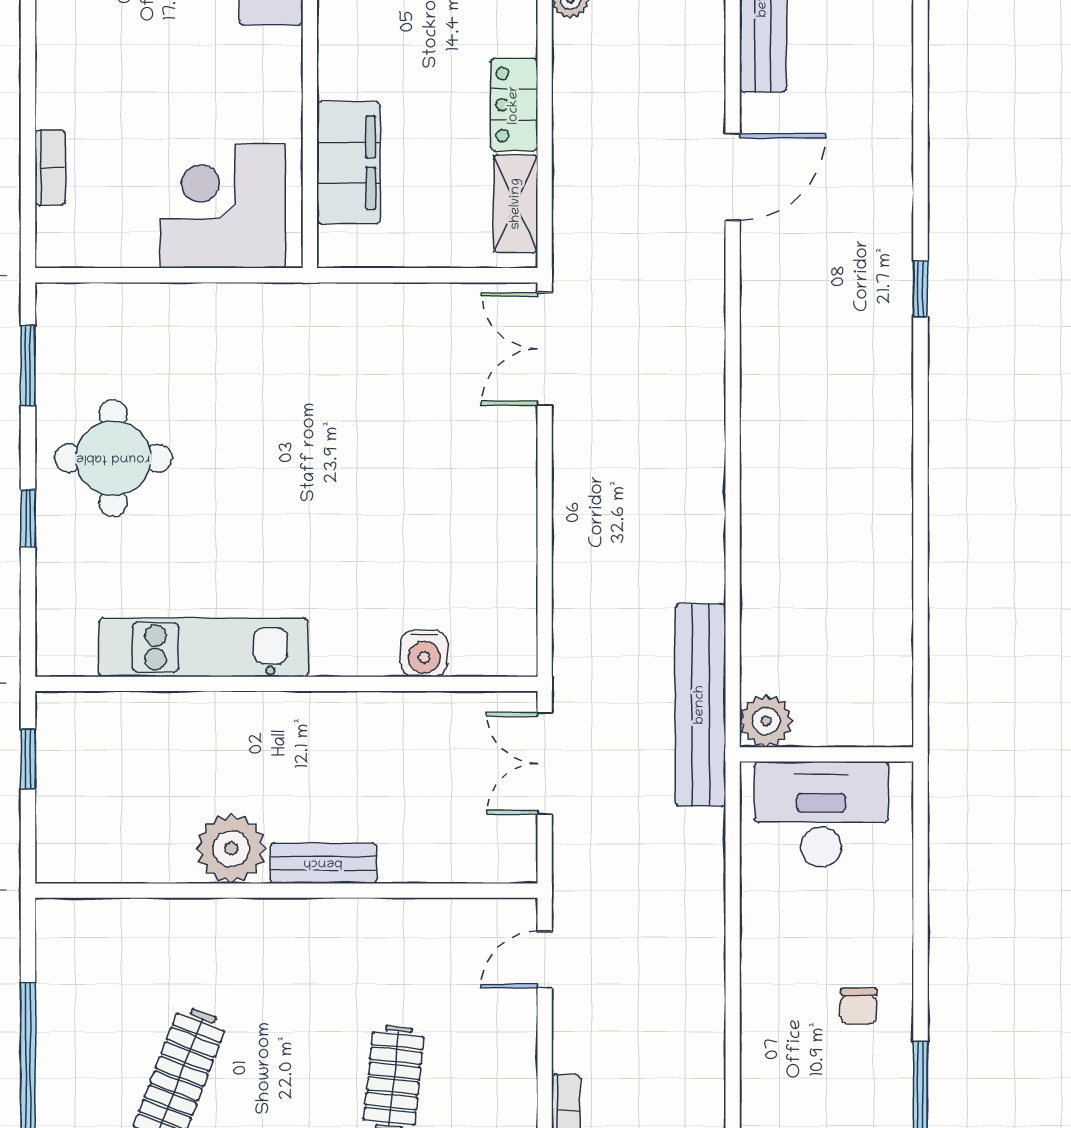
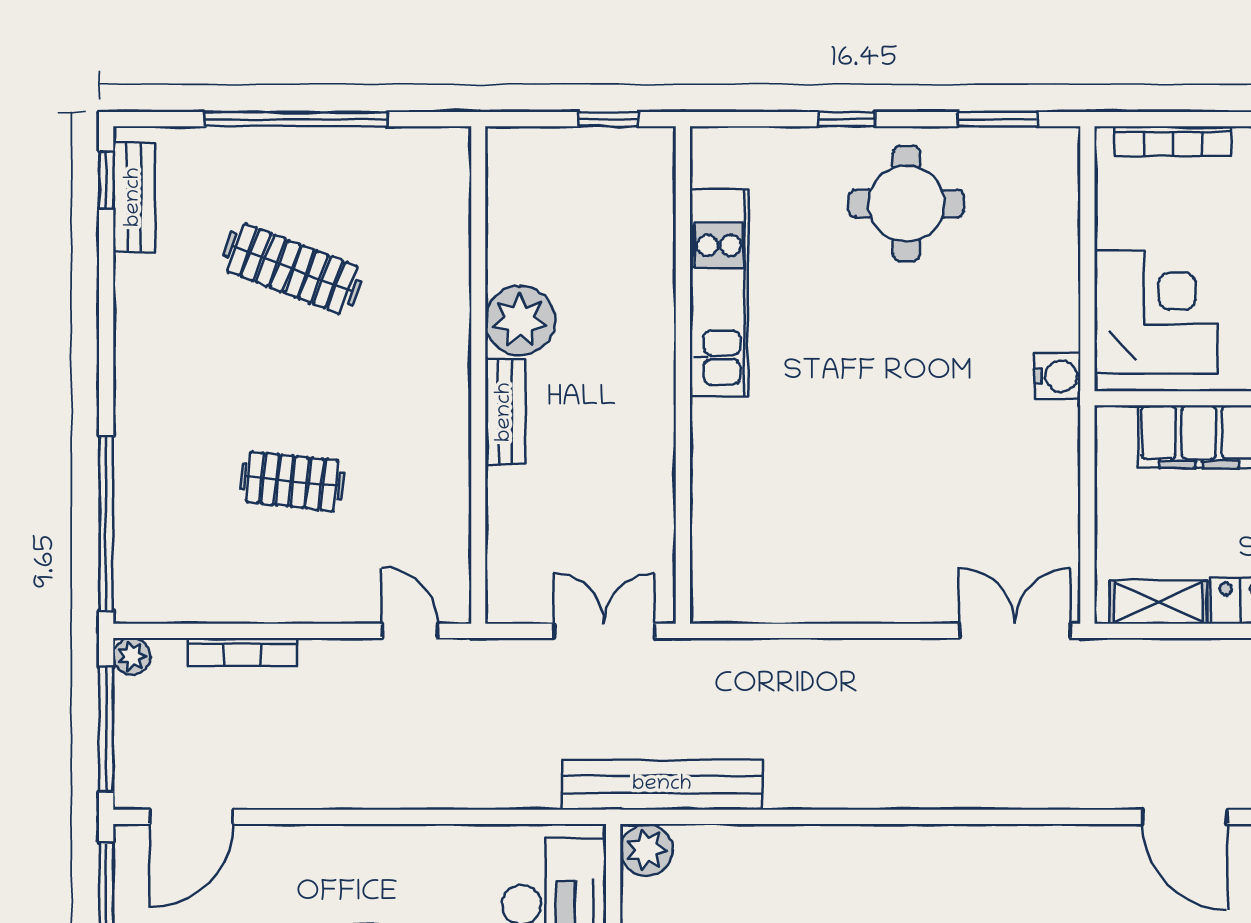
bookcase: (50, 168) -> (1173, 141), width x1.56
water cooler: (424, 654) -> (1057, 376), moved, turned 180

